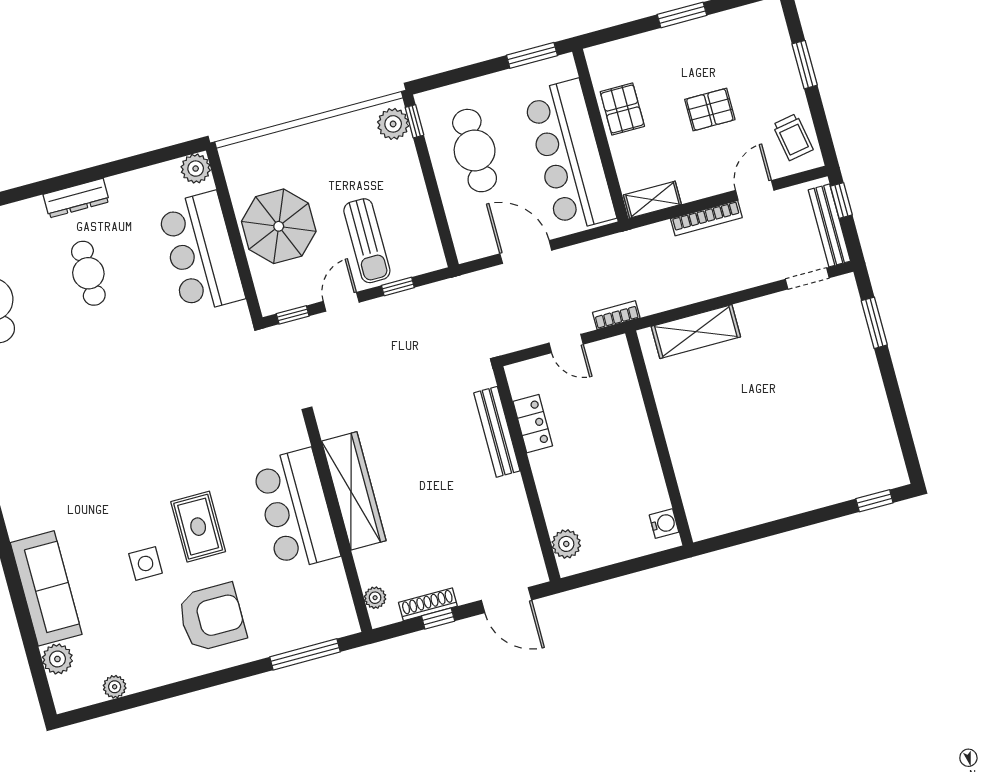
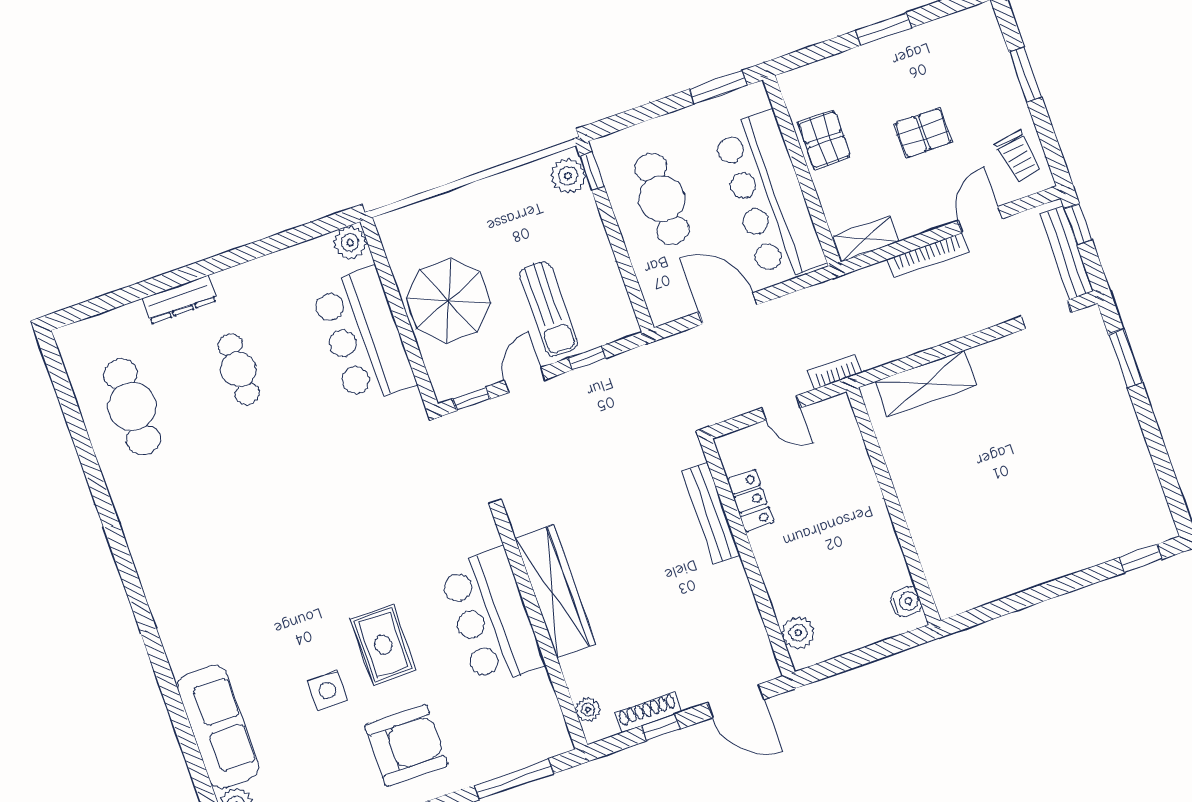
dresser: (76, 198) -> (179, 300), moved

